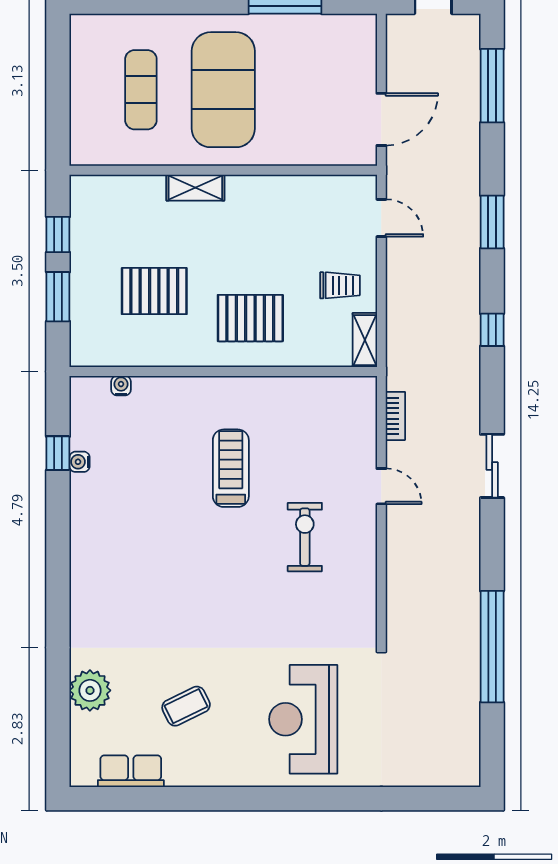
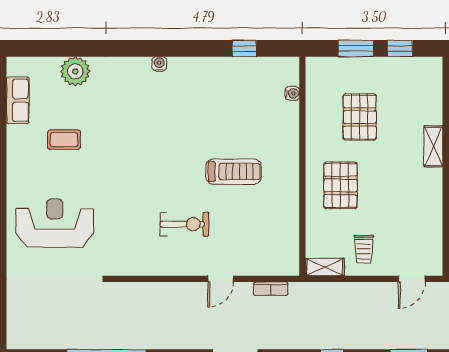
water cooler: (80, 462) -> (159, 64), moved
coffee table: (186, 706) -> (64, 140), turned -64

